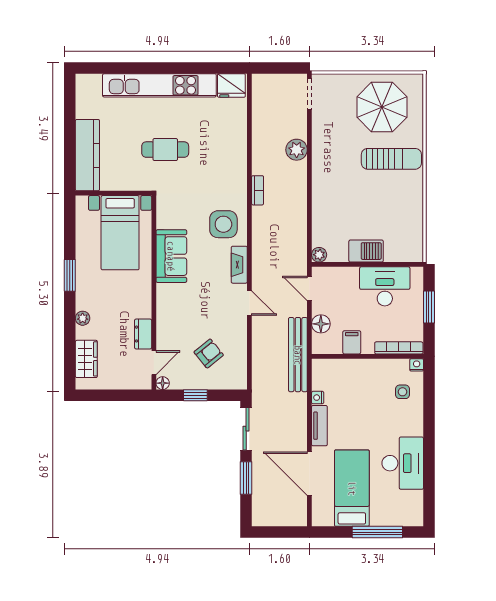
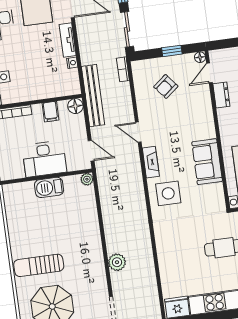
bookcase: (258, 190) -> (123, 69), moved
desk: (385, 286) -> (44, 159), moved
floor lamp: (321, 324) -> (75, 106), moved

